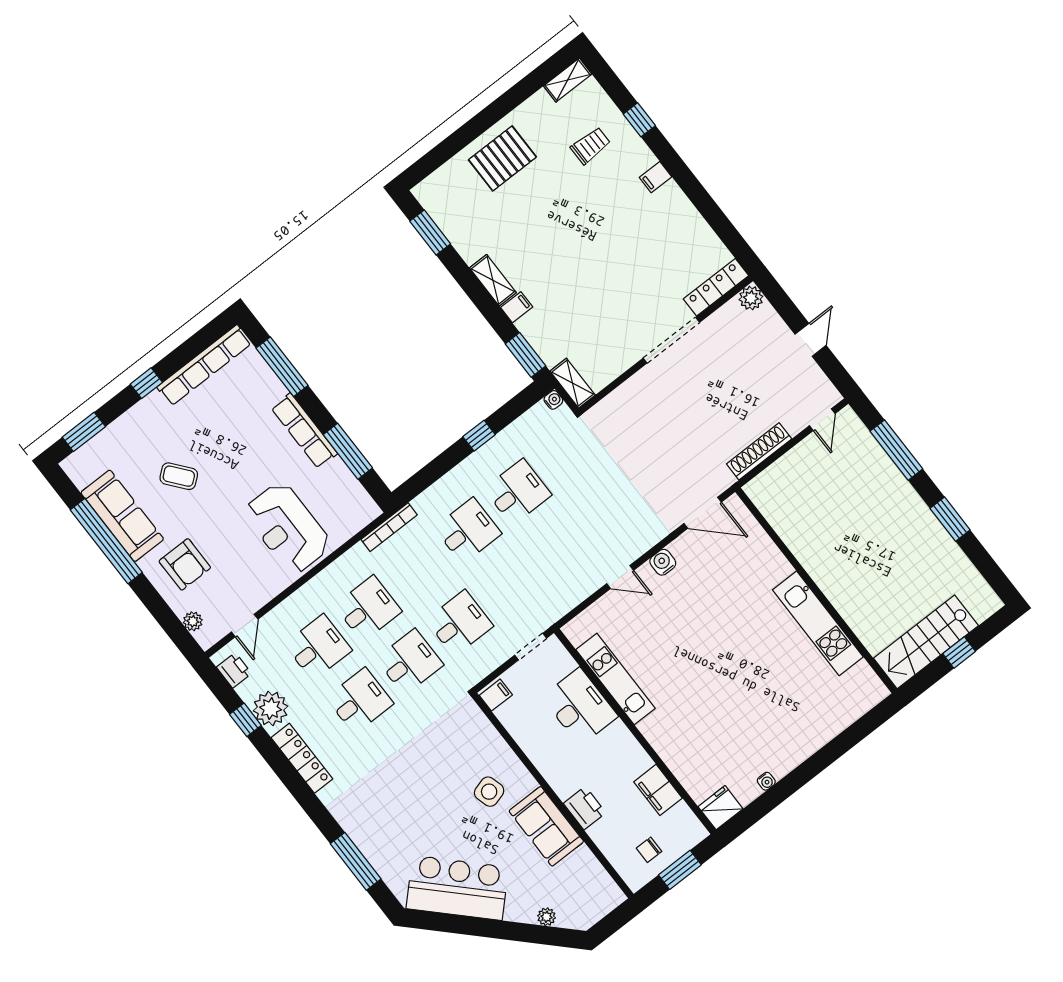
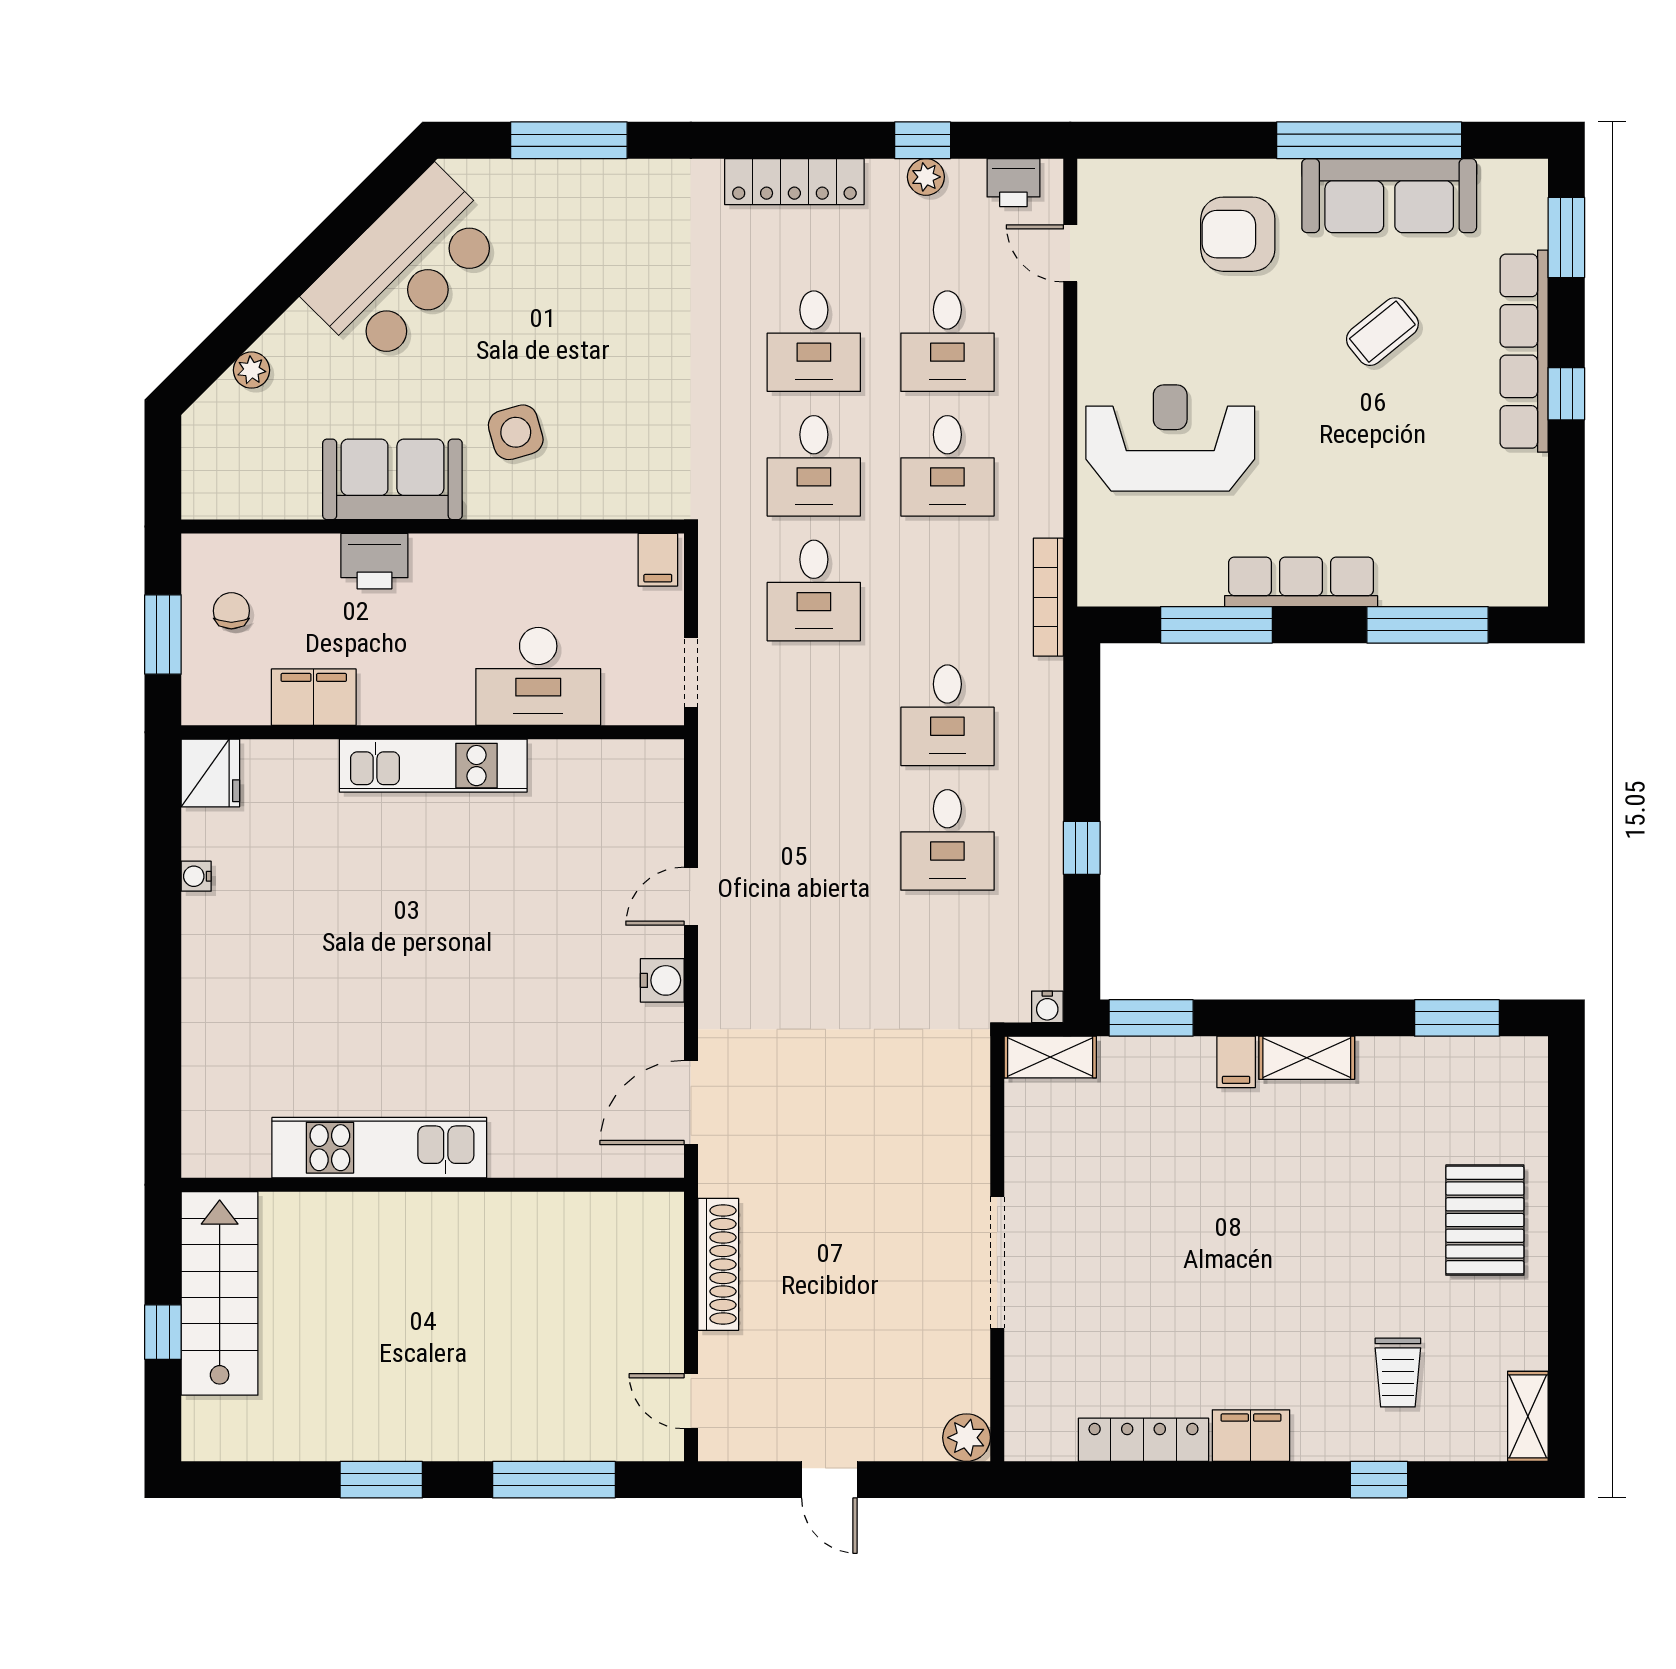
filing cabinet: (656, 177) -> (1251, 1436), width x2.00
locker: (716, 287) -> (1143, 1440), moved, turned -90
row of seats: (204, 365) -> (1524, 351), moved
plant: (193, 621) -> (1140, 178), removed
kitchen unit: (616, 679) -> (433, 766), moved
plant: (271, 708) -> (926, 177), width x0.53, depth x0.53

